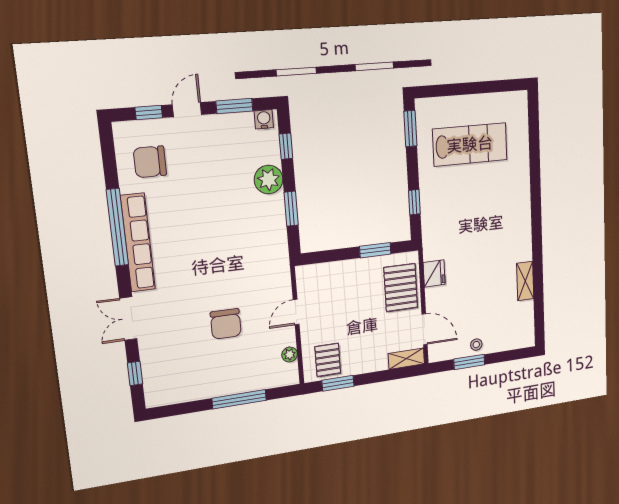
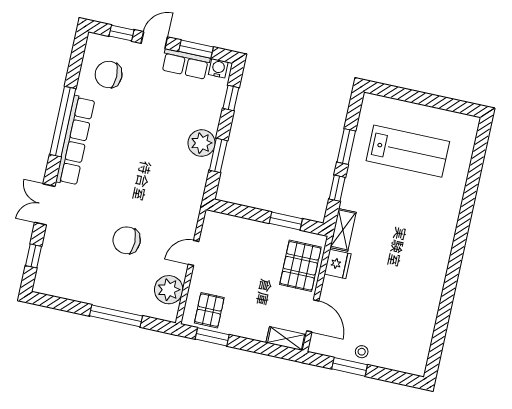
row of seats: (228, 125) -> (186, 64), added
window: (410, 129) -> (346, 147), moved
plant: (269, 179) -> (202, 143), moved
shelving: (525, 281) -> (343, 230), moved
chair: (226, 324) -> (127, 240), turned 90
plant: (290, 354) -> (169, 290), width x1.88, depth x1.88

